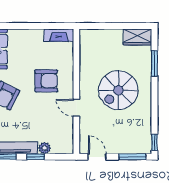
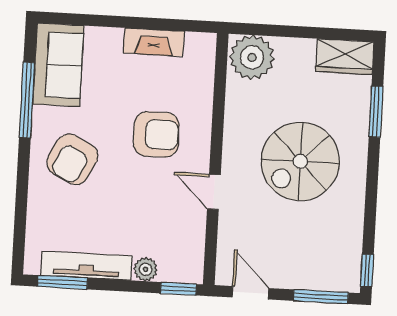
fireplace: (59, 35) -> (154, 42), moved
plant: (92, 40) -> (252, 57), added
window: (36, 157) -> (178, 289), moved

